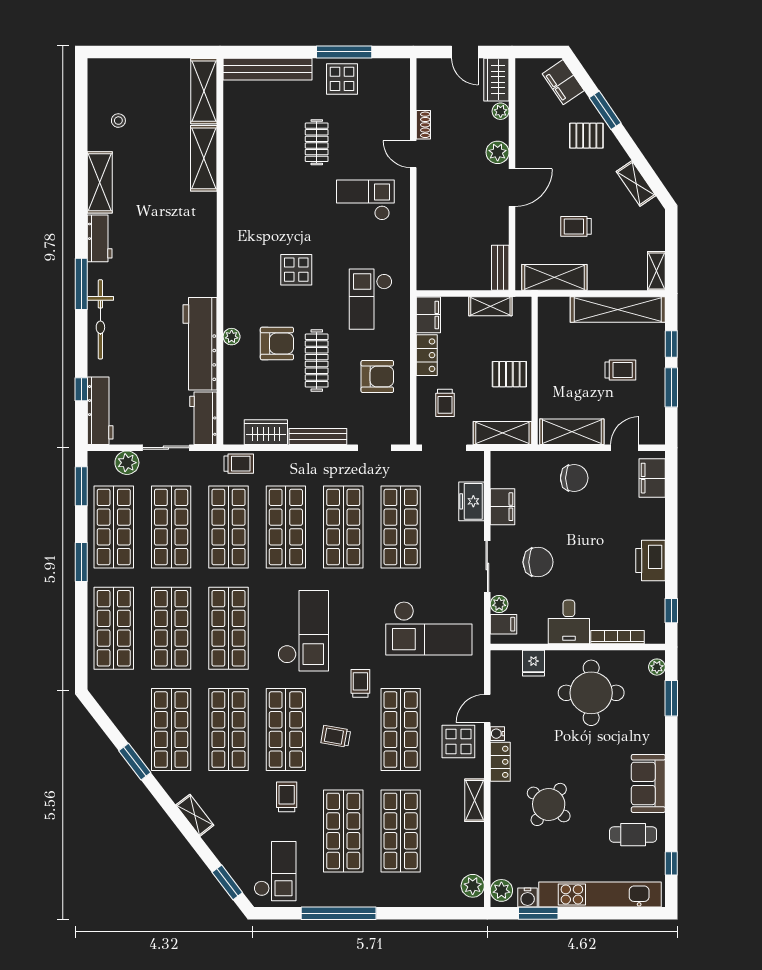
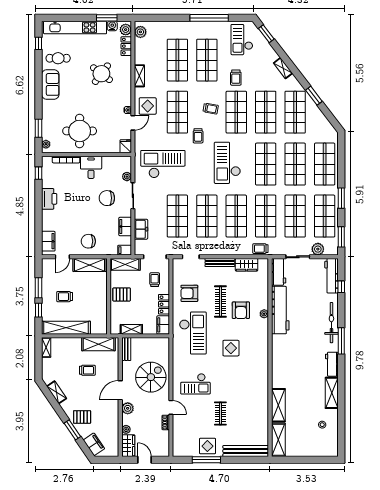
spiral stairs: (452, 213) -> (151, 377), added
checkout: (371, 299) -> (193, 333), width x1.36, depth x1.21
armchair: (277, 344) -> (241, 310), turned -90
filing cabinet: (504, 624) -> (125, 250), moved
fridge: (534, 663) -> (126, 146), moved
locker: (500, 762) -> (126, 46), moved

